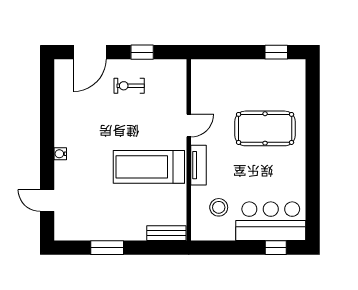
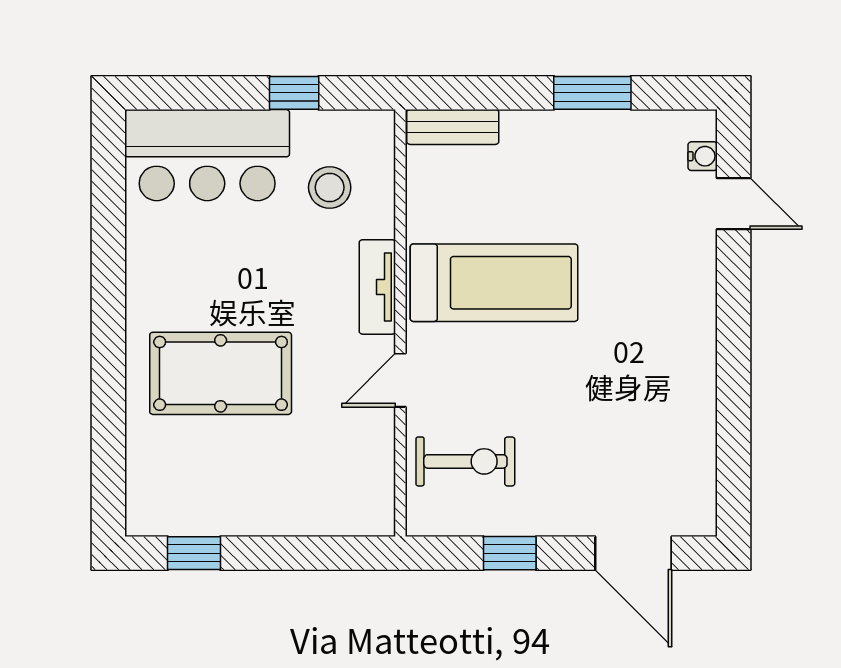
door: (90, 52) -> (633, 553), swing flipped
exercise bike: (129, 86) -> (465, 461), moved, width x1.38, depth x1.39
water cooler: (60, 154) -> (703, 156), moved
window: (276, 248) -> (294, 93), moved

